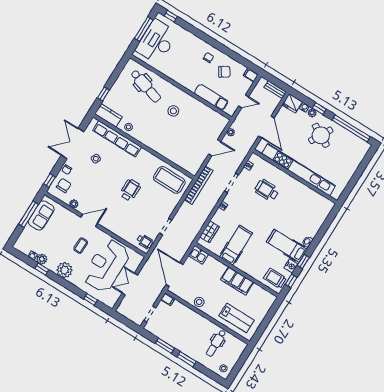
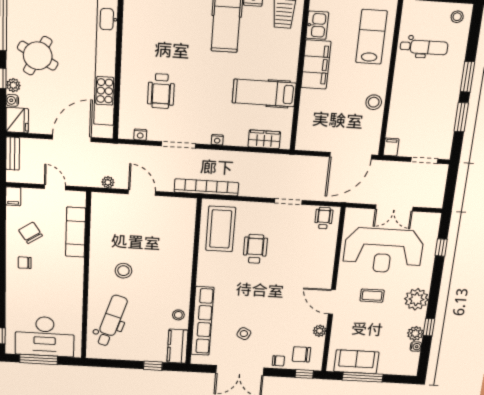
wheelchair: (130, 190) -> (255, 249), moved, turned 90
kitchen sink: (198, 255) -> (317, 25), moved

